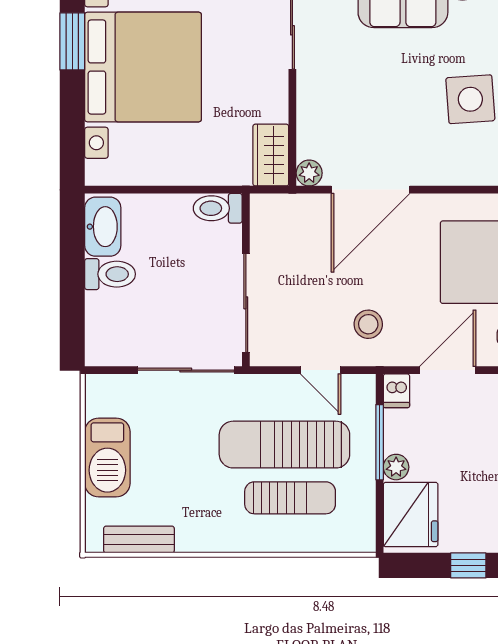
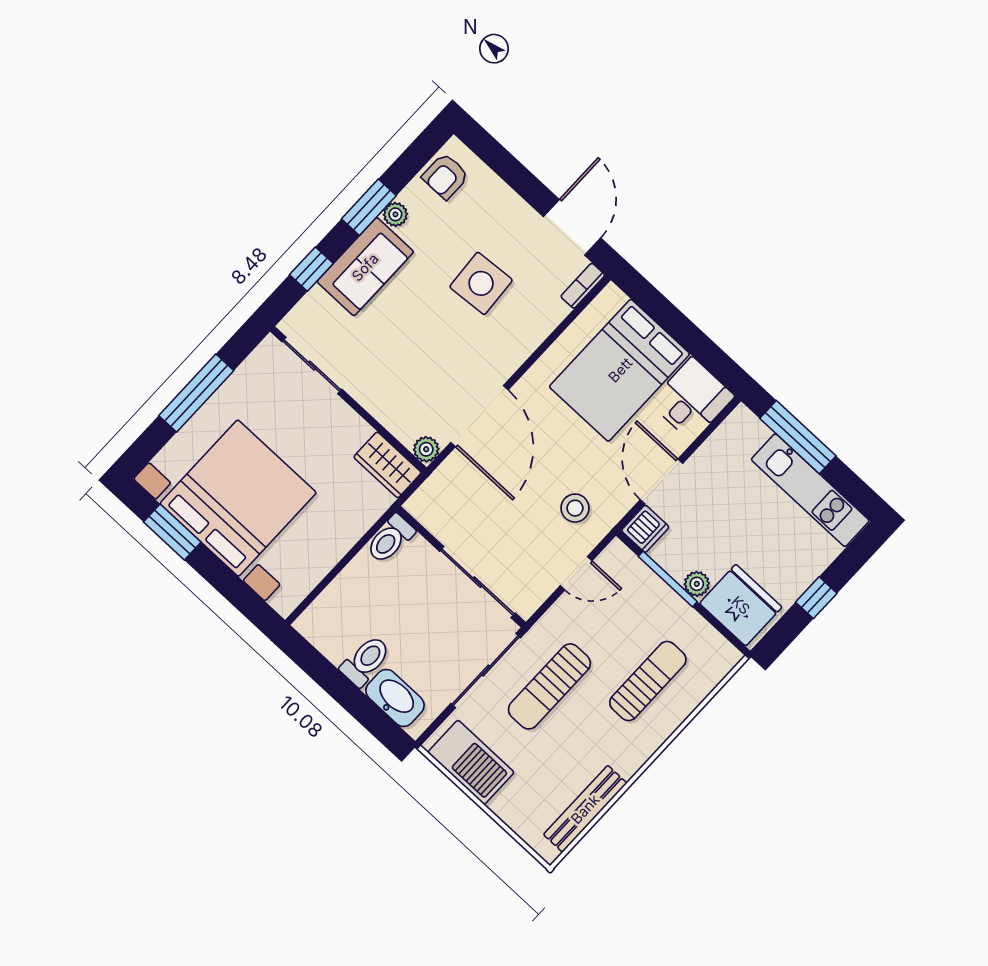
washbasin: (103, 227) -> (395, 698), moved
dishwasher: (396, 391) -> (645, 529), width x1.38
sun lounger: (284, 445) -> (549, 686), moved, width x0.73, depth x0.75
barbecue: (107, 458) -> (471, 762), moved
bench: (139, 540) -> (585, 809), width x1.36

